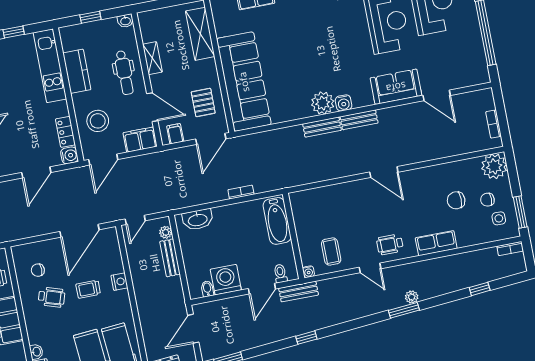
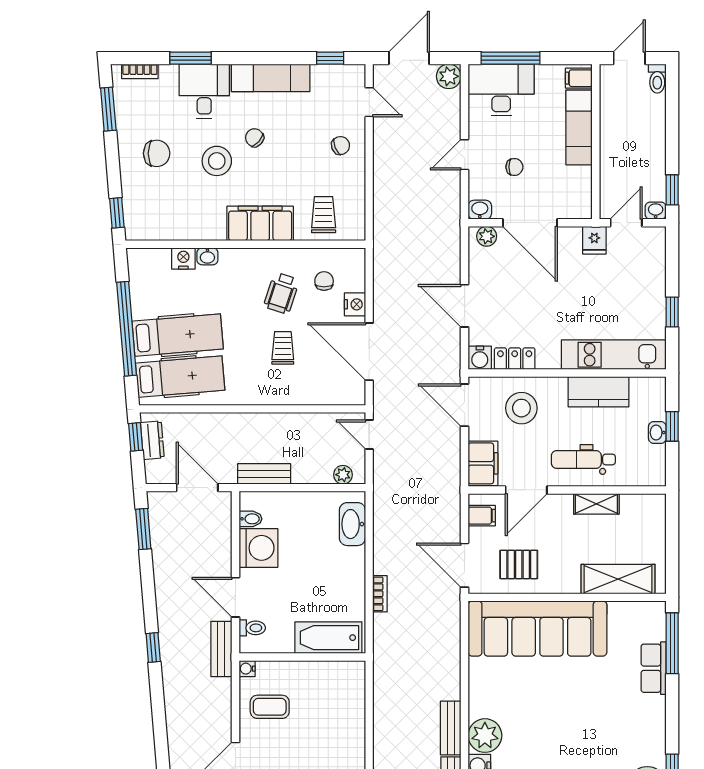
washbasin: (125, 21) -> (657, 432), moved
bench: (170, 258) -> (264, 474), moved
nightstand: (119, 282) -> (355, 304), moved, turned -90

